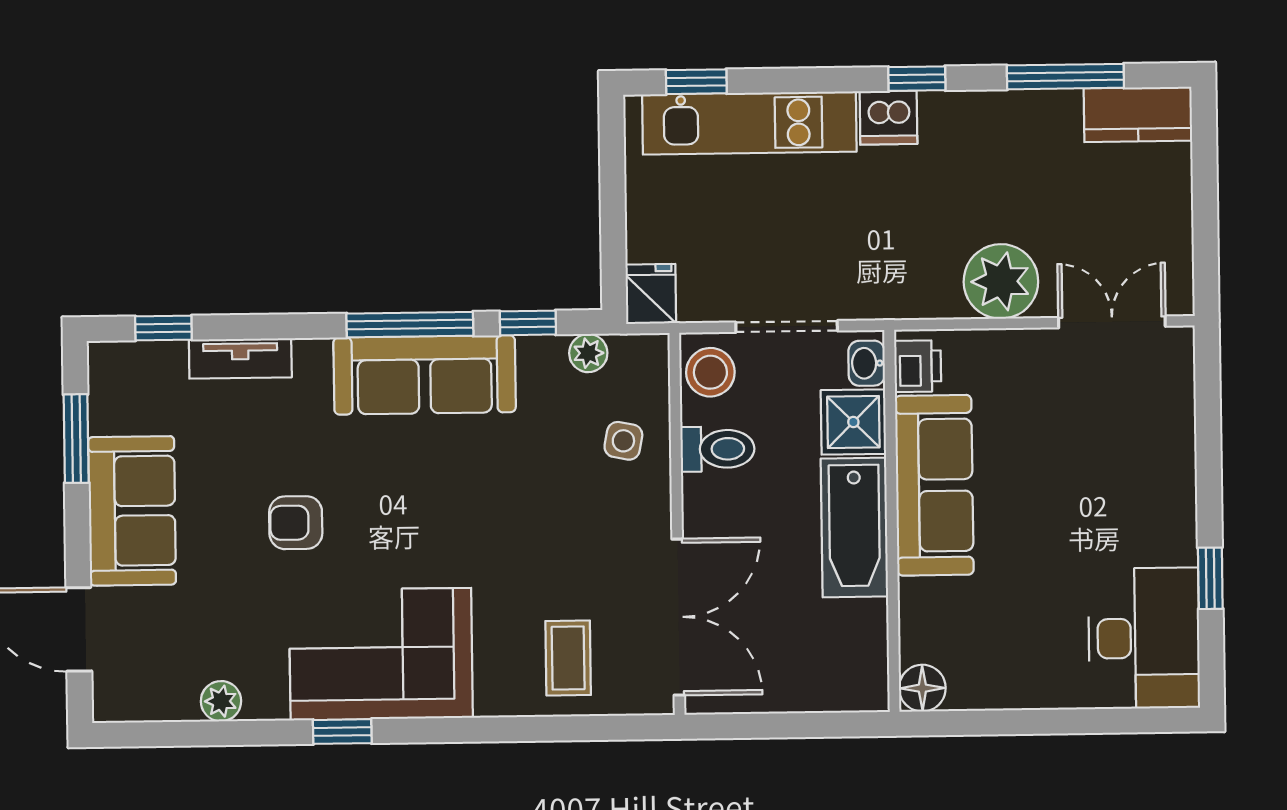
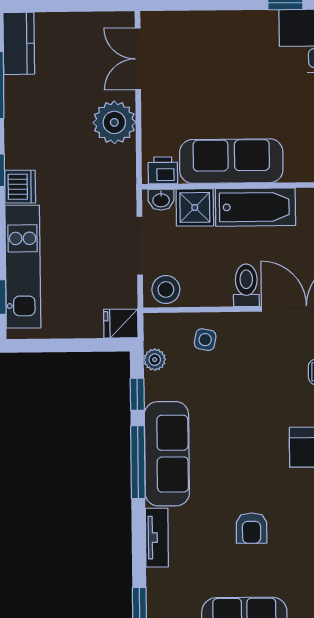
tv unit: (240, 358) -> (157, 538), moved
toilet: (717, 449) -> (246, 285), moved

